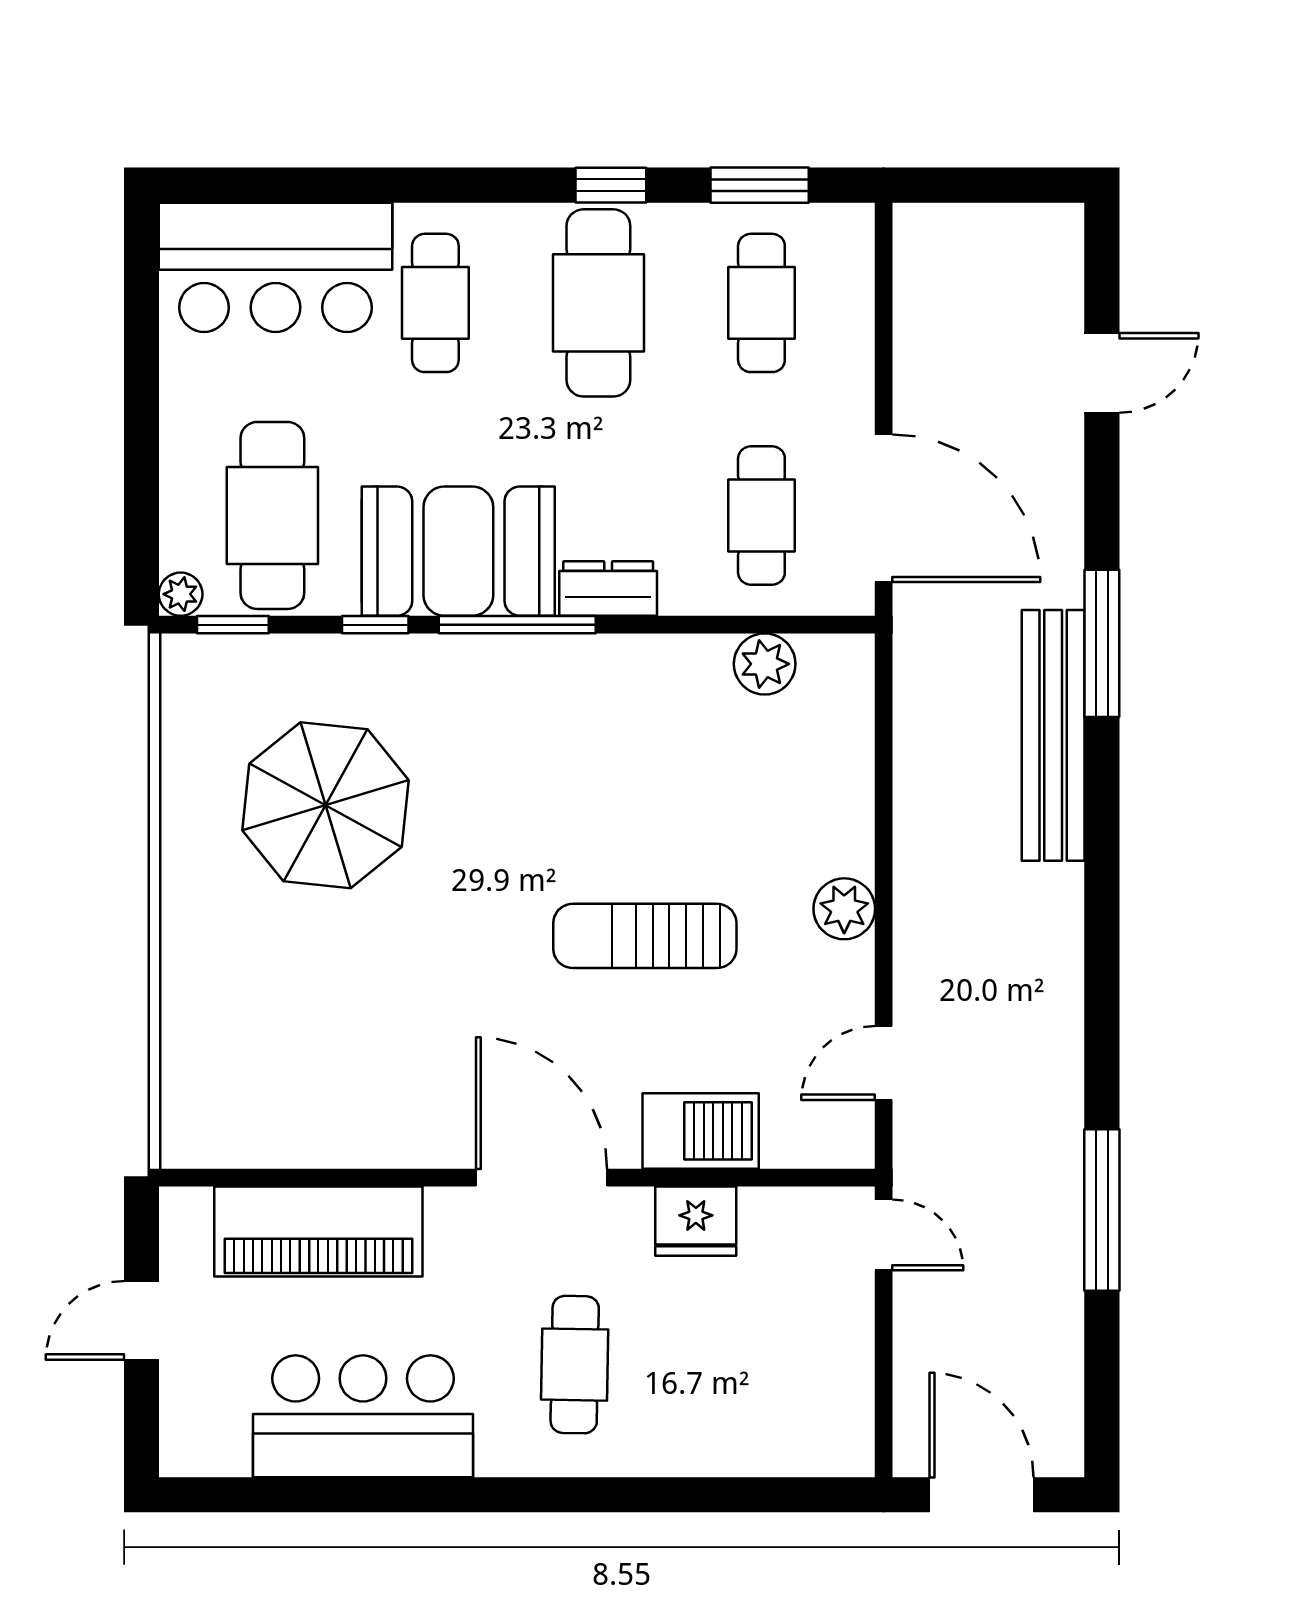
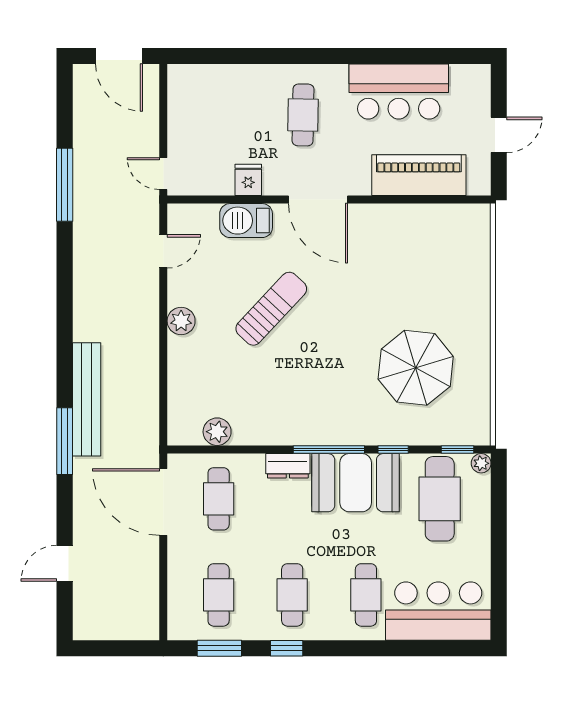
cafe table: (598, 303) -> (292, 595), width x0.73, depth x0.74
sun lounger: (645, 936) -> (271, 309), turned -47
fridge: (696, 1221) -> (248, 180), width x0.72

